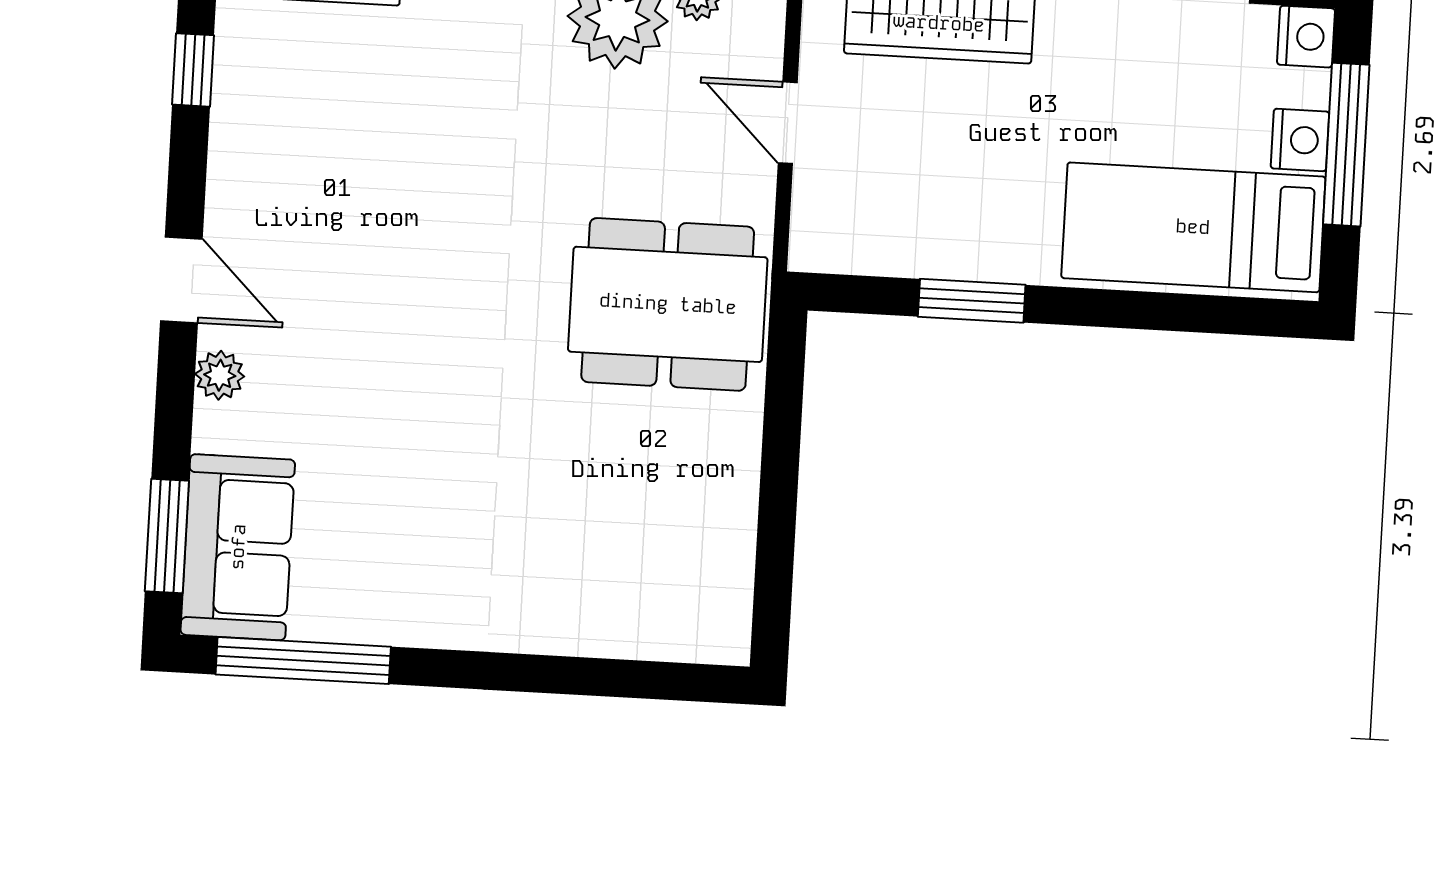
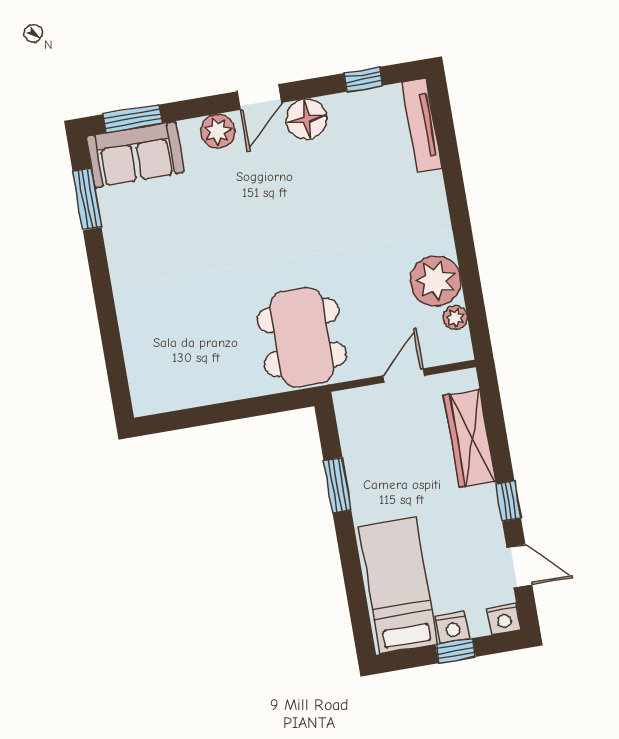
window: (1346, 145) -> (456, 651), width x0.46
floor lamp: (245, 198) -> (307, 119), added
plant: (220, 375) -> (218, 131), width x1.38, depth x1.38
window: (303, 661) -> (87, 199), width x0.69

